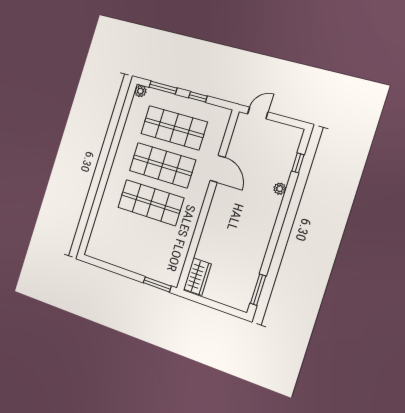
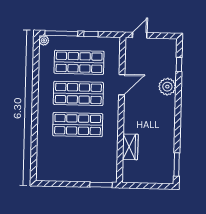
window: (163, 88) -> (61, 33), width x1.44
door: (218, 169) -> (122, 85), hinge flipped
plant: (280, 189) -> (167, 87), width x1.87, depth x1.87
wardrobe: (197, 277) -> (130, 147), moved

